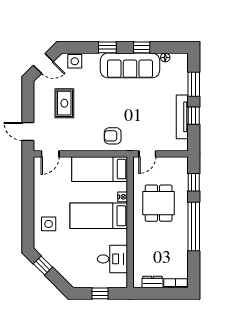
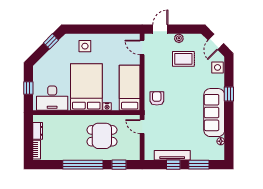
window: (142, 47) -> (229, 122), removed
plant: (39, 109) -> (179, 38), added
bed: (99, 216) -> (86, 87), width x1.50
desk: (112, 259) -> (52, 98), width x1.37

